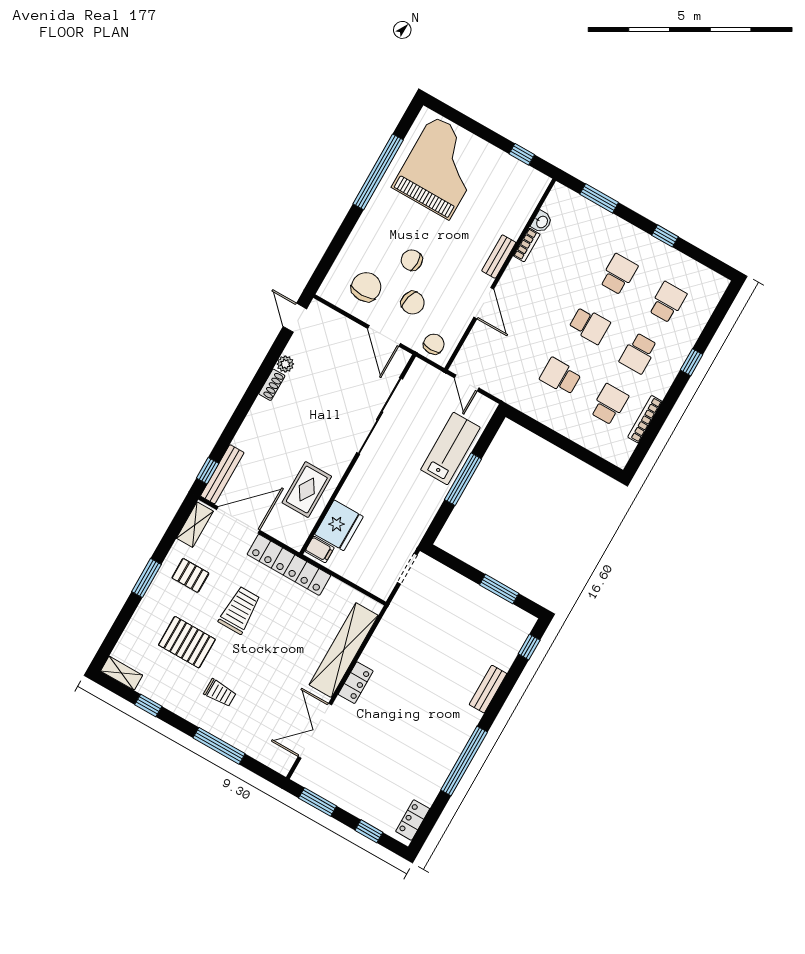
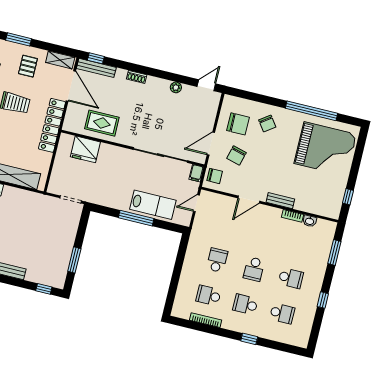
chair: (412, 260) -> (267, 124), moved, turned 144
shoe rack: (272, 385) -> (137, 77), moved
school desk: (609, 404) -> (209, 295), turned 180
filing cabinet: (320, 549) -> (196, 173), moved

